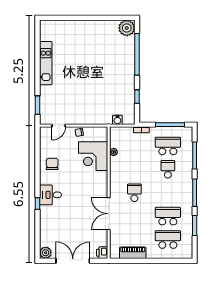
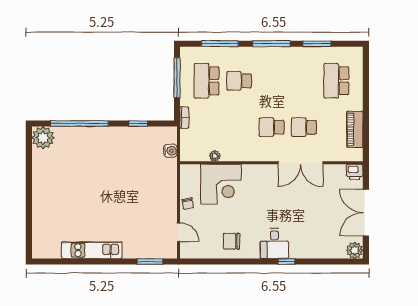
school desk: (168, 216) -> (304, 127), moved, width x0.54

